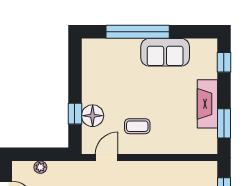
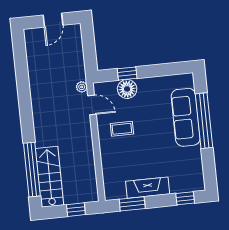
sofa: (165, 52) -> (186, 117), moved, width x1.36
coffee table: (137, 126) -> (122, 129), turned 90
plant: (40, 167) -> (82, 87), moved

